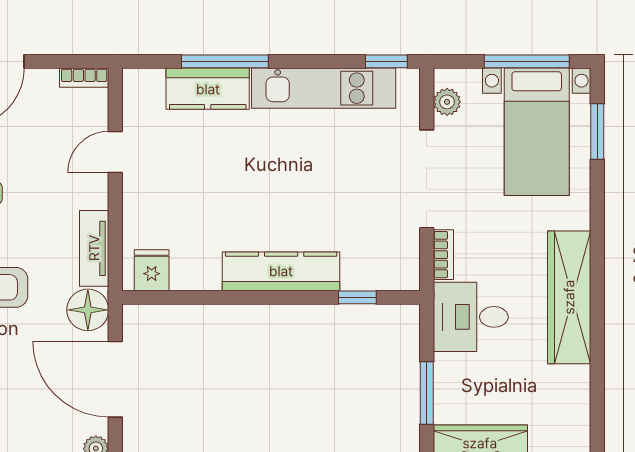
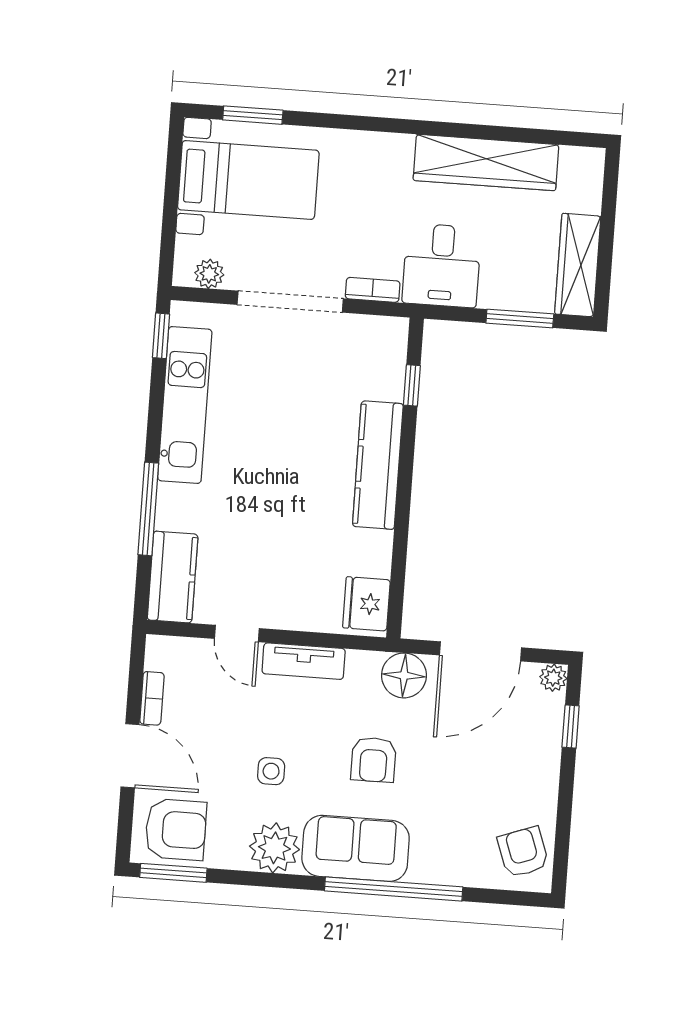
window: (527, 61) -> (172, 185), removed
bookcase: (84, 78) -> (152, 698), moved
kitchen counter: (208, 89) -> (173, 577), moved
tv unit: (94, 248) -> (304, 661), moved
fridge: (152, 270) -> (366, 604), width x1.38
wardrobe: (569, 297) -> (486, 162), moved

